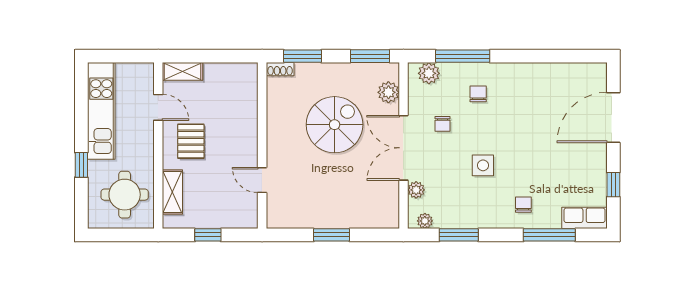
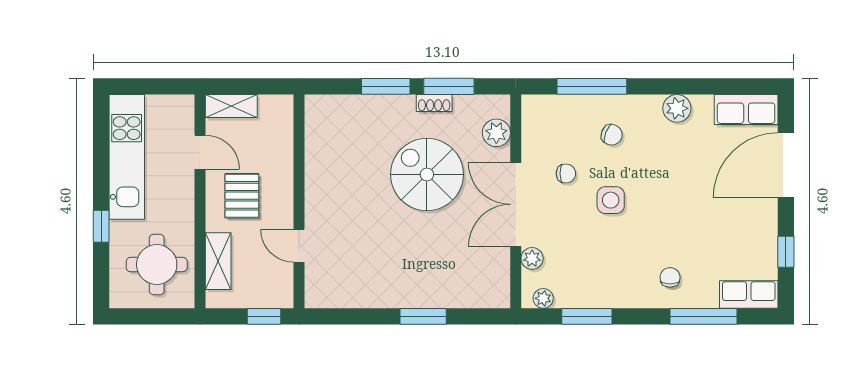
window: (370, 56) -> (449, 86), moved
shoe rack: (280, 69) -> (434, 103), moved
plant: (429, 73) -> (677, 108), moved
row of seats: (582, 74) -> (746, 110), added
chair: (478, 94) -> (612, 135), turned 111
chair: (442, 124) -> (566, 173), turned -90
spiral stairs: (335, 125) -> (427, 174), turned -90
wall: (262, 146) -> (299, 201), moved
side table: (483, 165) -> (611, 200), moved
door: (262, 180) -> (299, 246), moved

